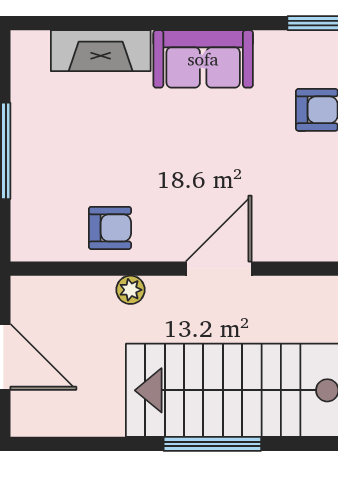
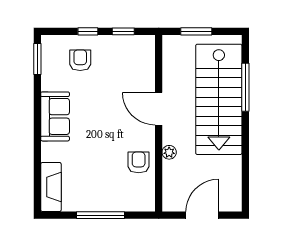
fireplace: (101, 51) -> (51, 187), moved
window: (212, 444) -> (245, 87), moved

